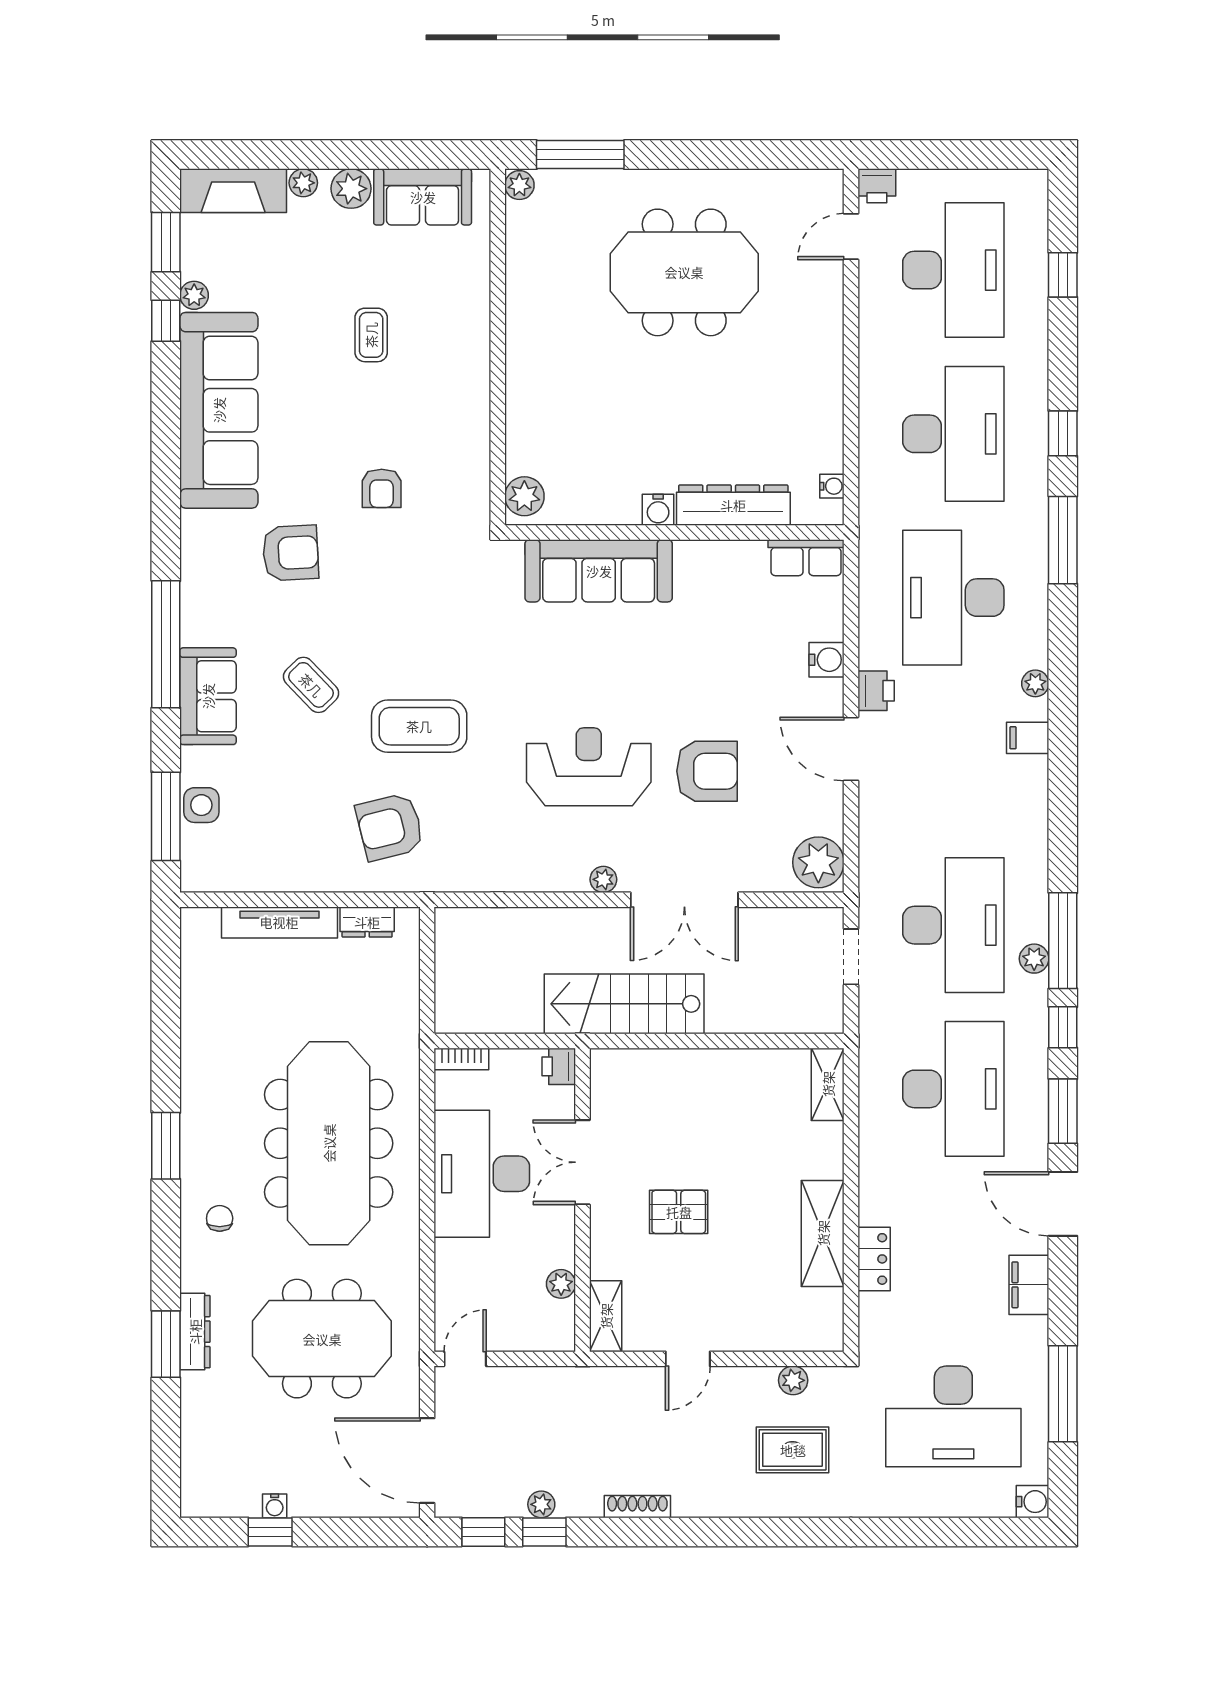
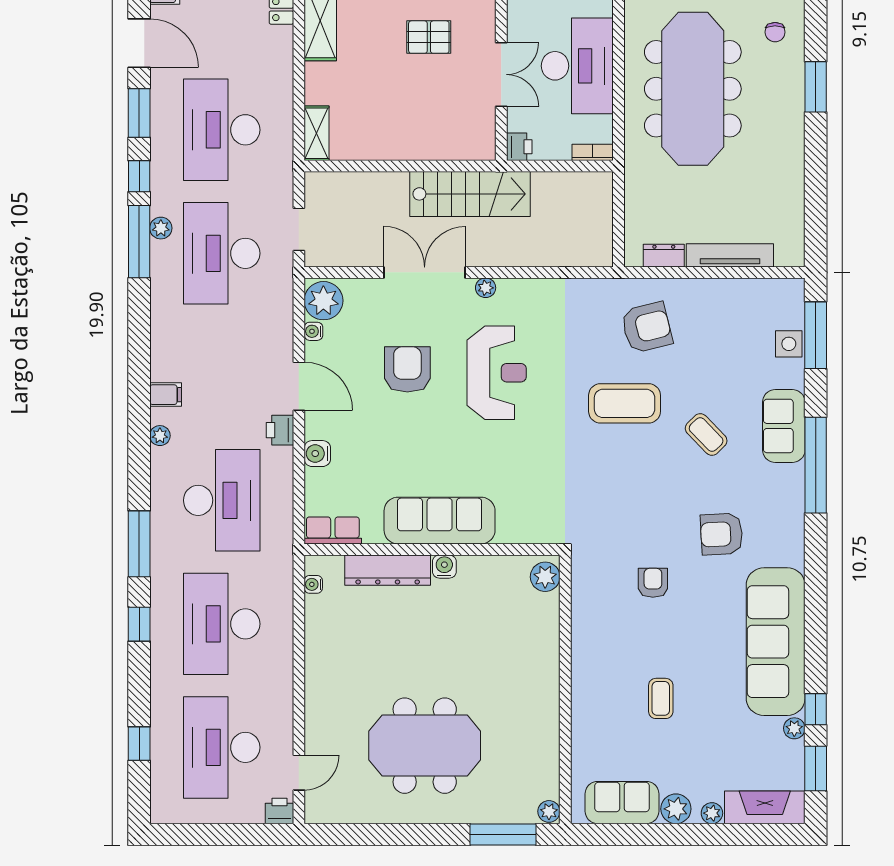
sofa: (599, 571) -> (440, 521), moved
reception desk: (589, 767) -> (497, 373), turned -90
armchair: (707, 771) -> (407, 369), turned 90
water cooler: (832, 822) -> (313, 331), added

